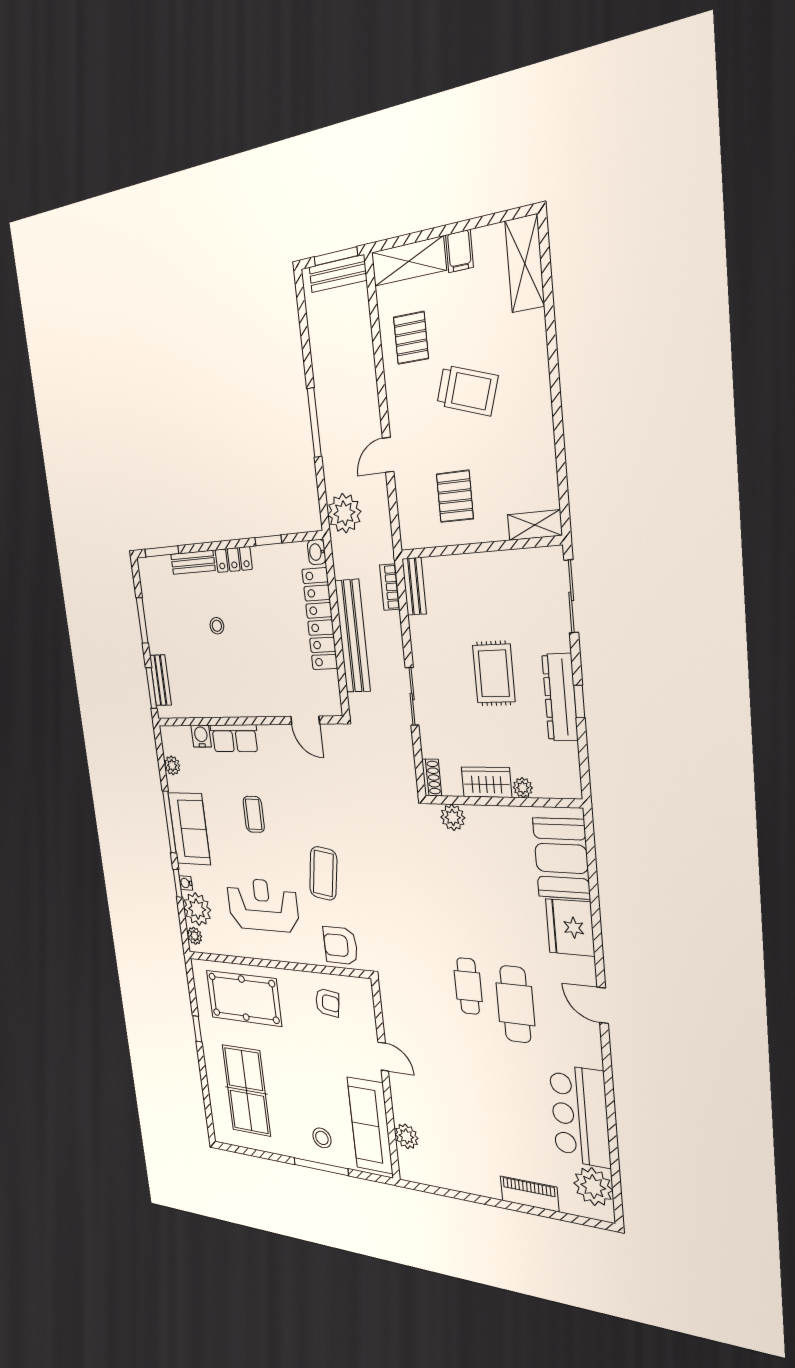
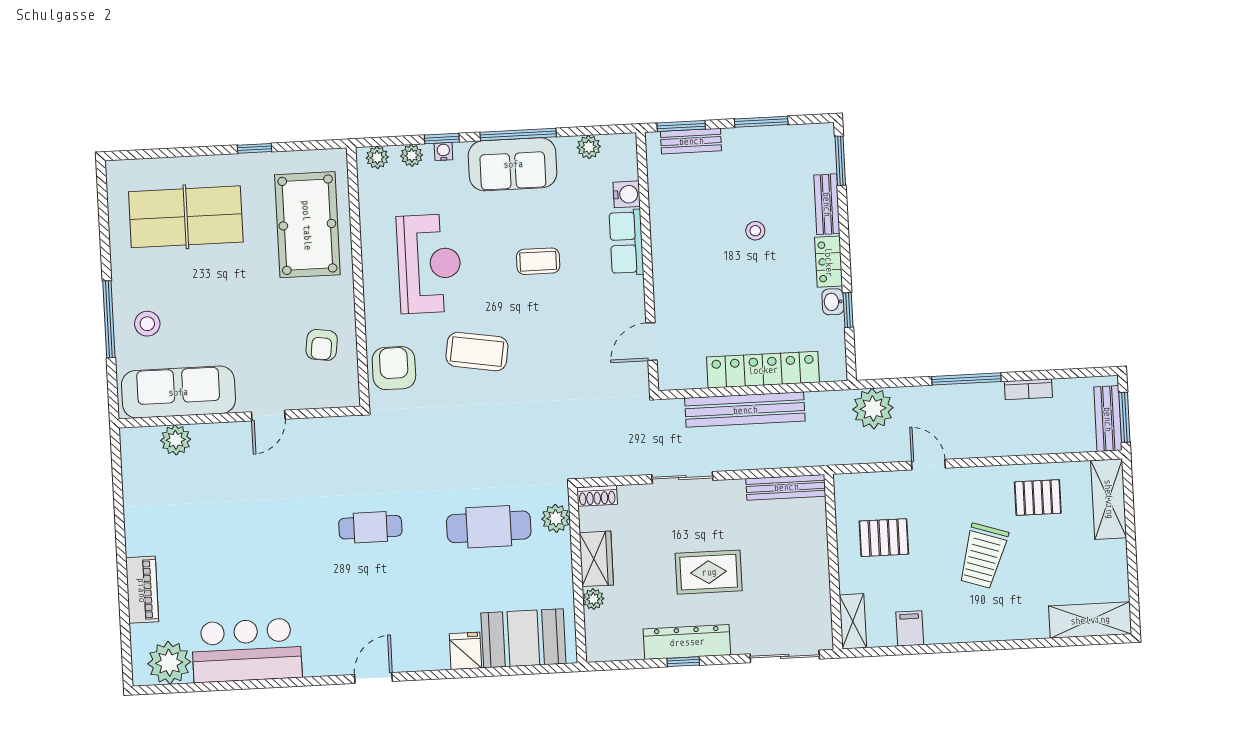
filing cabinet: (459, 251) -> (910, 628), moved, turned 90
washbasin: (317, 552) -> (833, 302), moved, turned -90
bench: (414, 586) -> (786, 487), width x1.36
bookcase: (390, 587) -> (1028, 389), moved, turned 180
plant: (197, 909) -> (412, 155), width x0.53, depth x0.53
fridge: (570, 927) -> (465, 651), width x0.53, depth x0.75
cafe table: (515, 1004) -> (489, 527), moved

